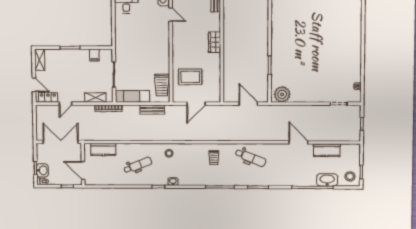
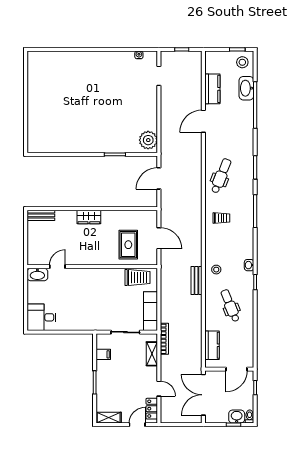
bench: (152, 110) -> (196, 281), moved

